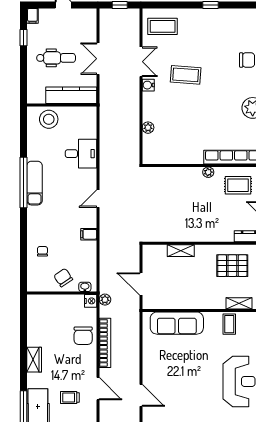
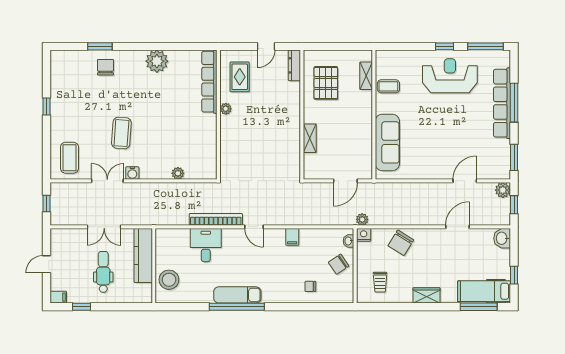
chair: (83, 336) -> (401, 243), turned 122
bookcase: (105, 343) -> (216, 219), moved
trolley: (70, 397) -> (380, 282), moved

